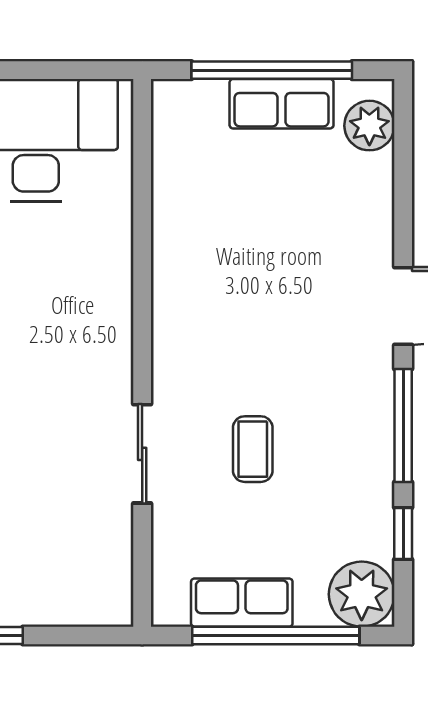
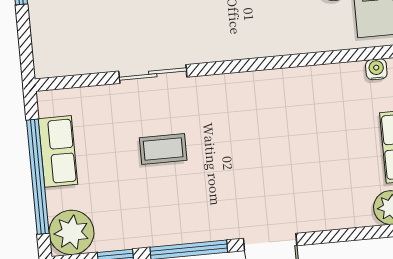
water cooler: (166, 127) -> (376, 69), added

